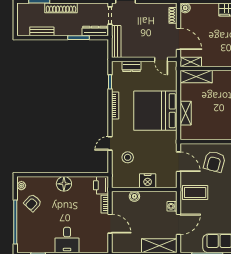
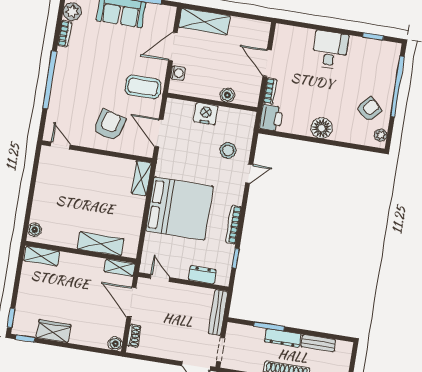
dresser: (95, 31) -> (283, 338), moved
shelving: (196, 77) -> (101, 244), moved
shelving: (186, 113) -> (141, 178), moved

